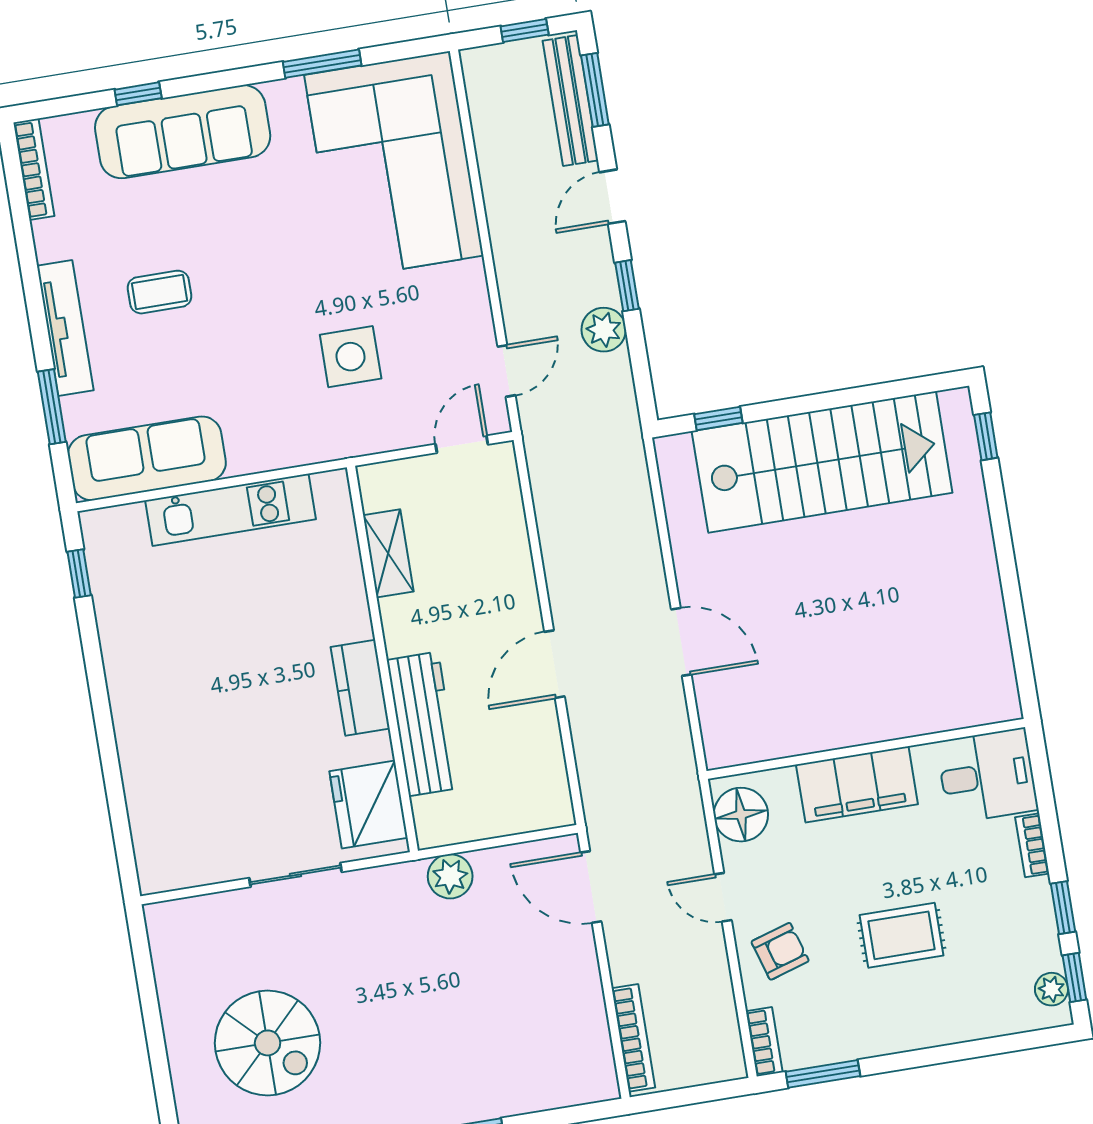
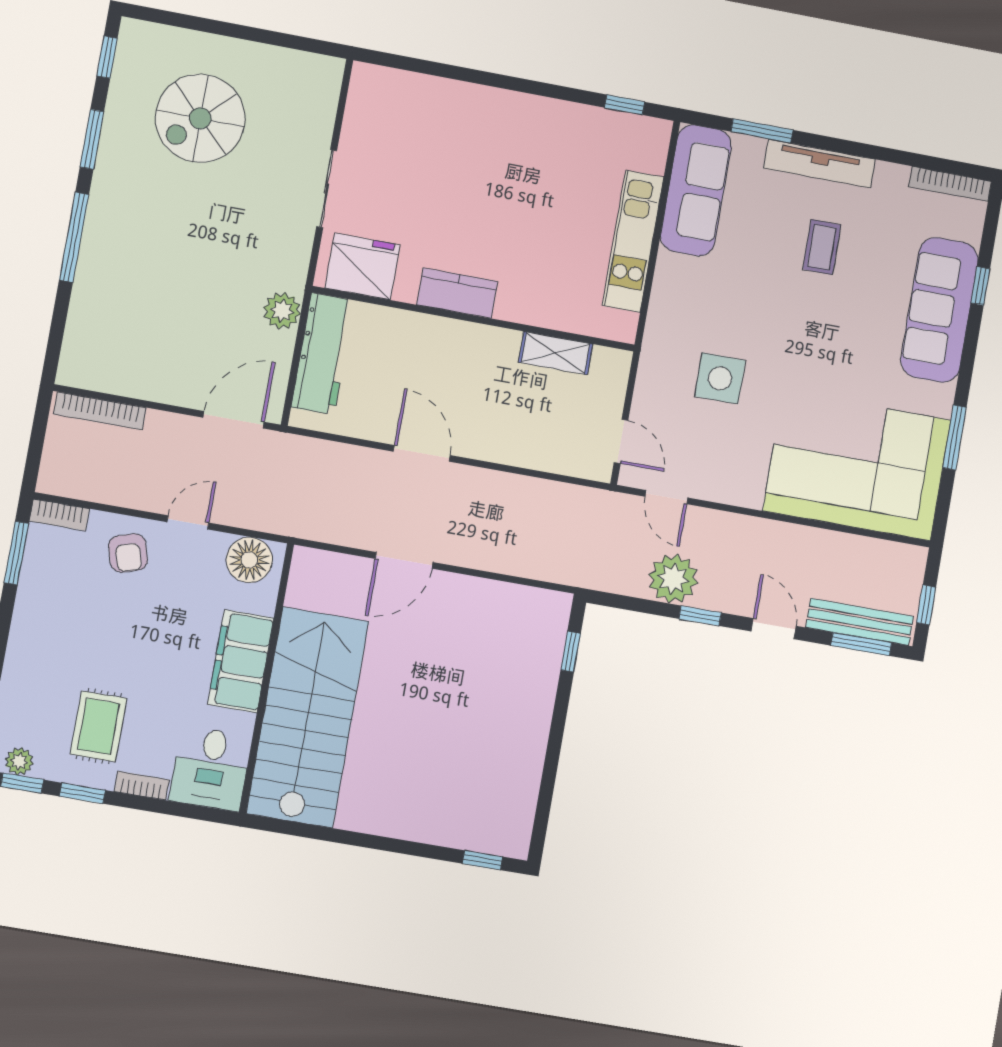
plant: (604, 330) -> (673, 579), width x1.36, depth x1.36
stairs: (822, 462) -> (308, 717), moved, turned 180
workbench: (423, 724) -> (323, 354), moved, turned -90
rug: (901, 935) -> (99, 726), moved

